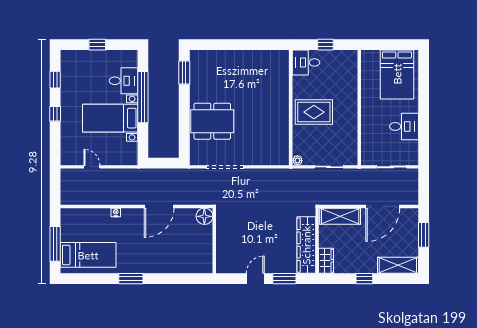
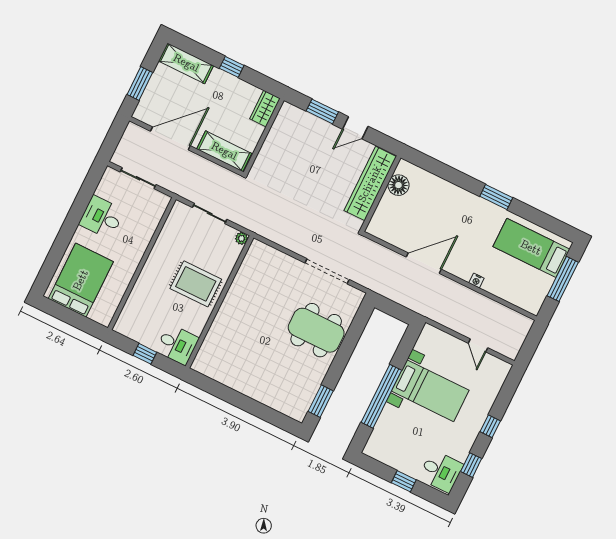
desk: (123, 81) -> (441, 471), moved, turned 180
floor lamp: (204, 216) -> (398, 185), moved
wardrobe: (306, 245) -> (370, 184), moved, turned 180

